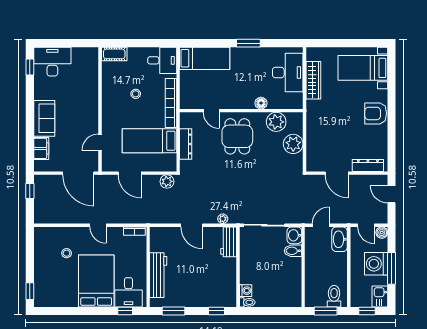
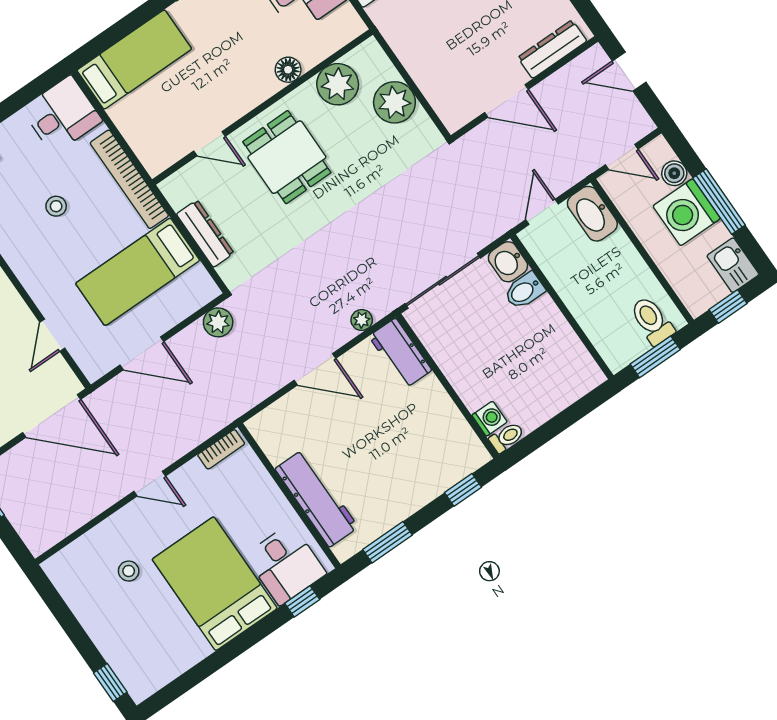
boiler: (382, 233) -> (674, 173), moved

